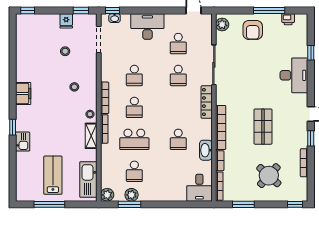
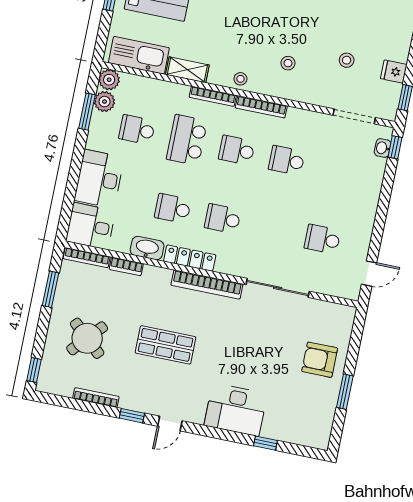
window: (269, 10) -> (345, 392), width x0.69
printer: (288, 19) -> (325, 419), removed
plant: (222, 25) -> (338, 314), removed
desk: (147, 26) -> (99, 179), moved, turned 180
school desk: (178, 75) -> (223, 219), moved
locker: (207, 102) -> (190, 258), moved
bookcase: (221, 127) -> (207, 285), moved
shelving: (91, 136) -> (187, 70), moved
plant: (132, 195) -> (105, 102), moved

